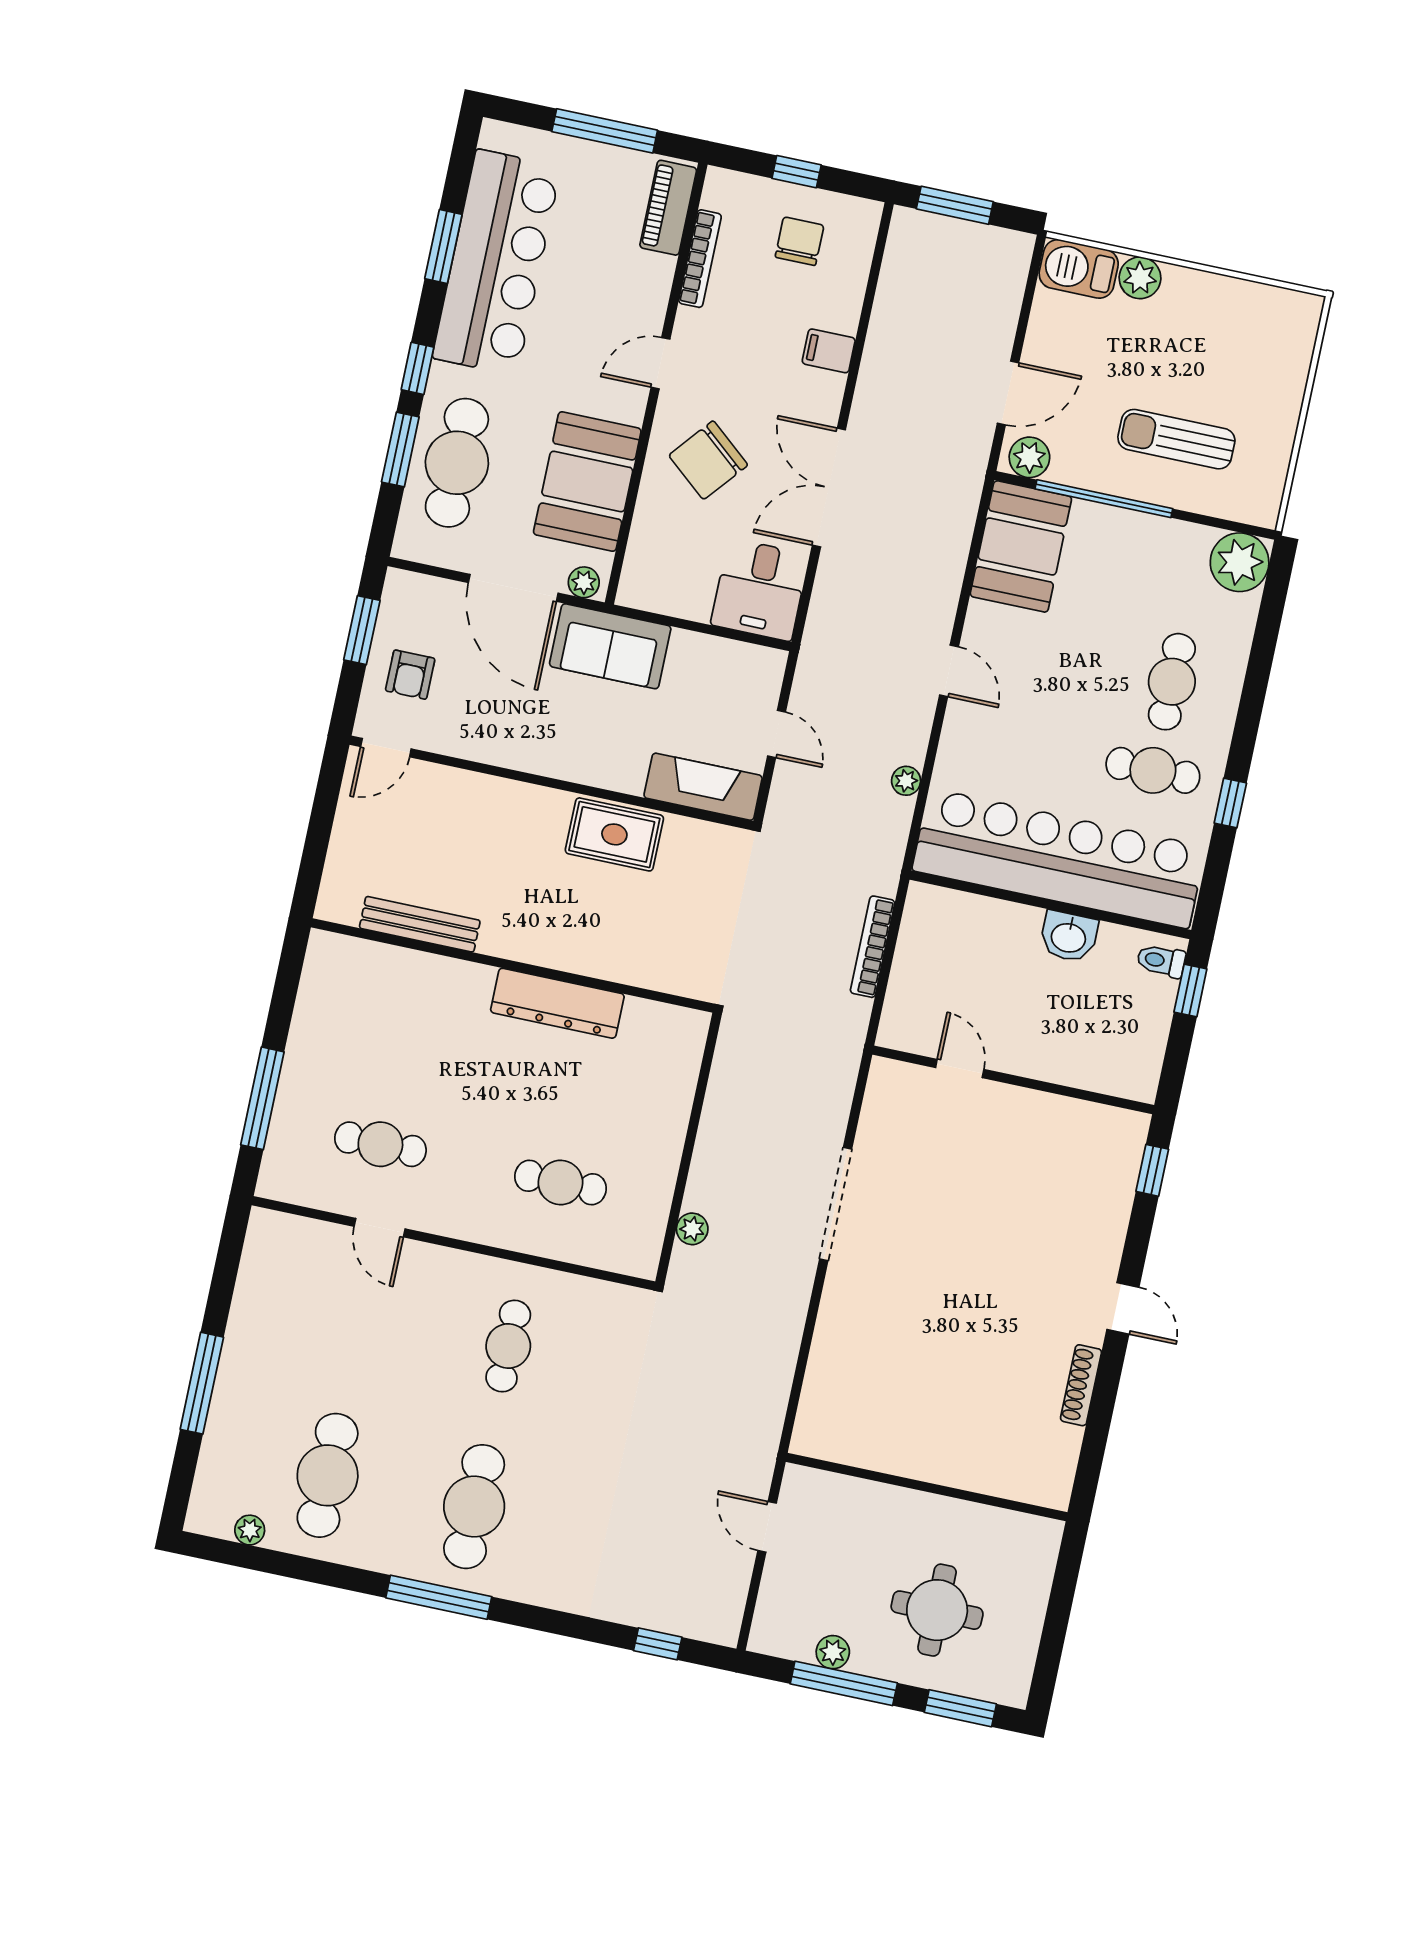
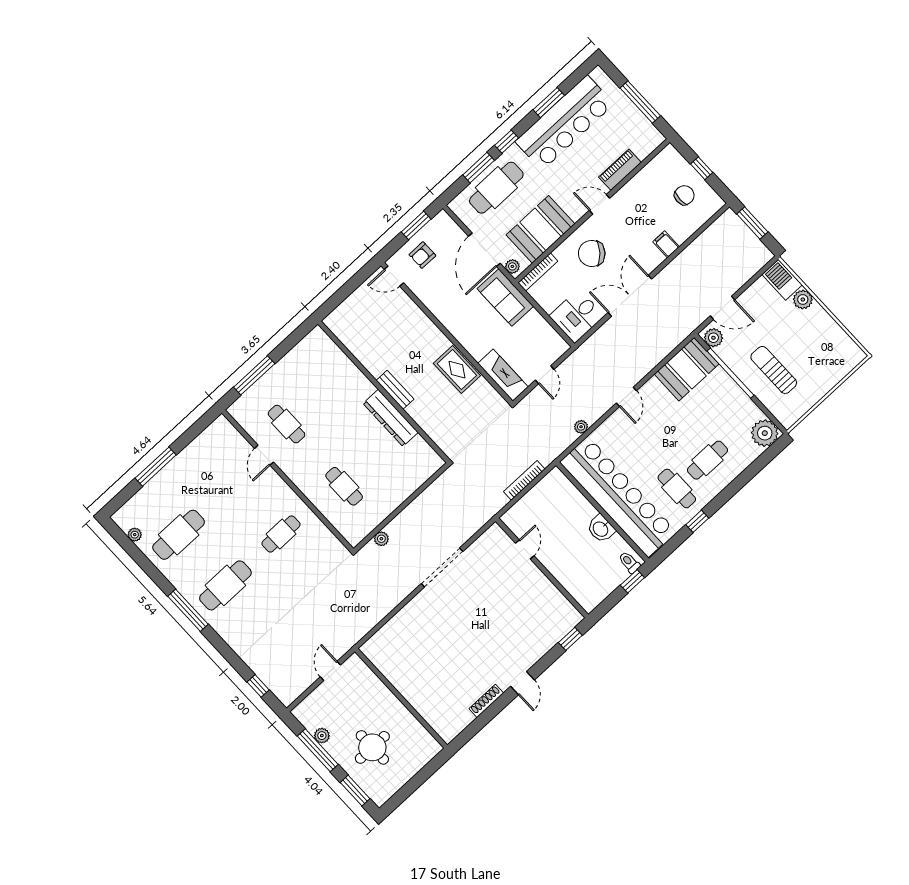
piano: (668, 208) -> (620, 170), moved
bookcase: (700, 259) -> (538, 272), moved
bench: (420, 924) -> (395, 390), moved, width x0.73

